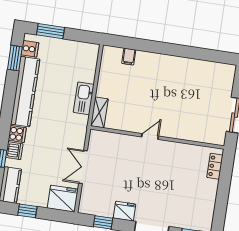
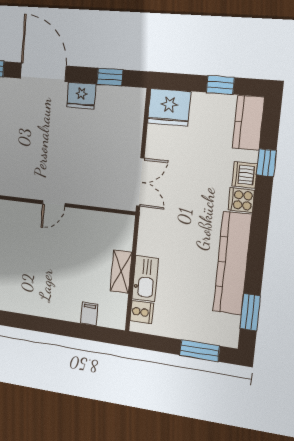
cooker: (30, 49) -> (142, 312), moved, turned 180
kitchen sink: (84, 98) -> (145, 279), moved
shelving: (99, 112) -> (121, 272), moved
double door: (83, 167) -> (140, 182), moved

